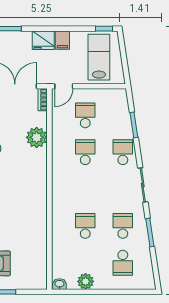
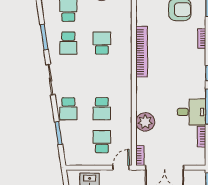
school desk: (85, 115) -> (102, 142), turned 180
bookcase: (41, 216) -> (142, 52), added
school desk: (85, 226) -> (102, 43), turned 180

